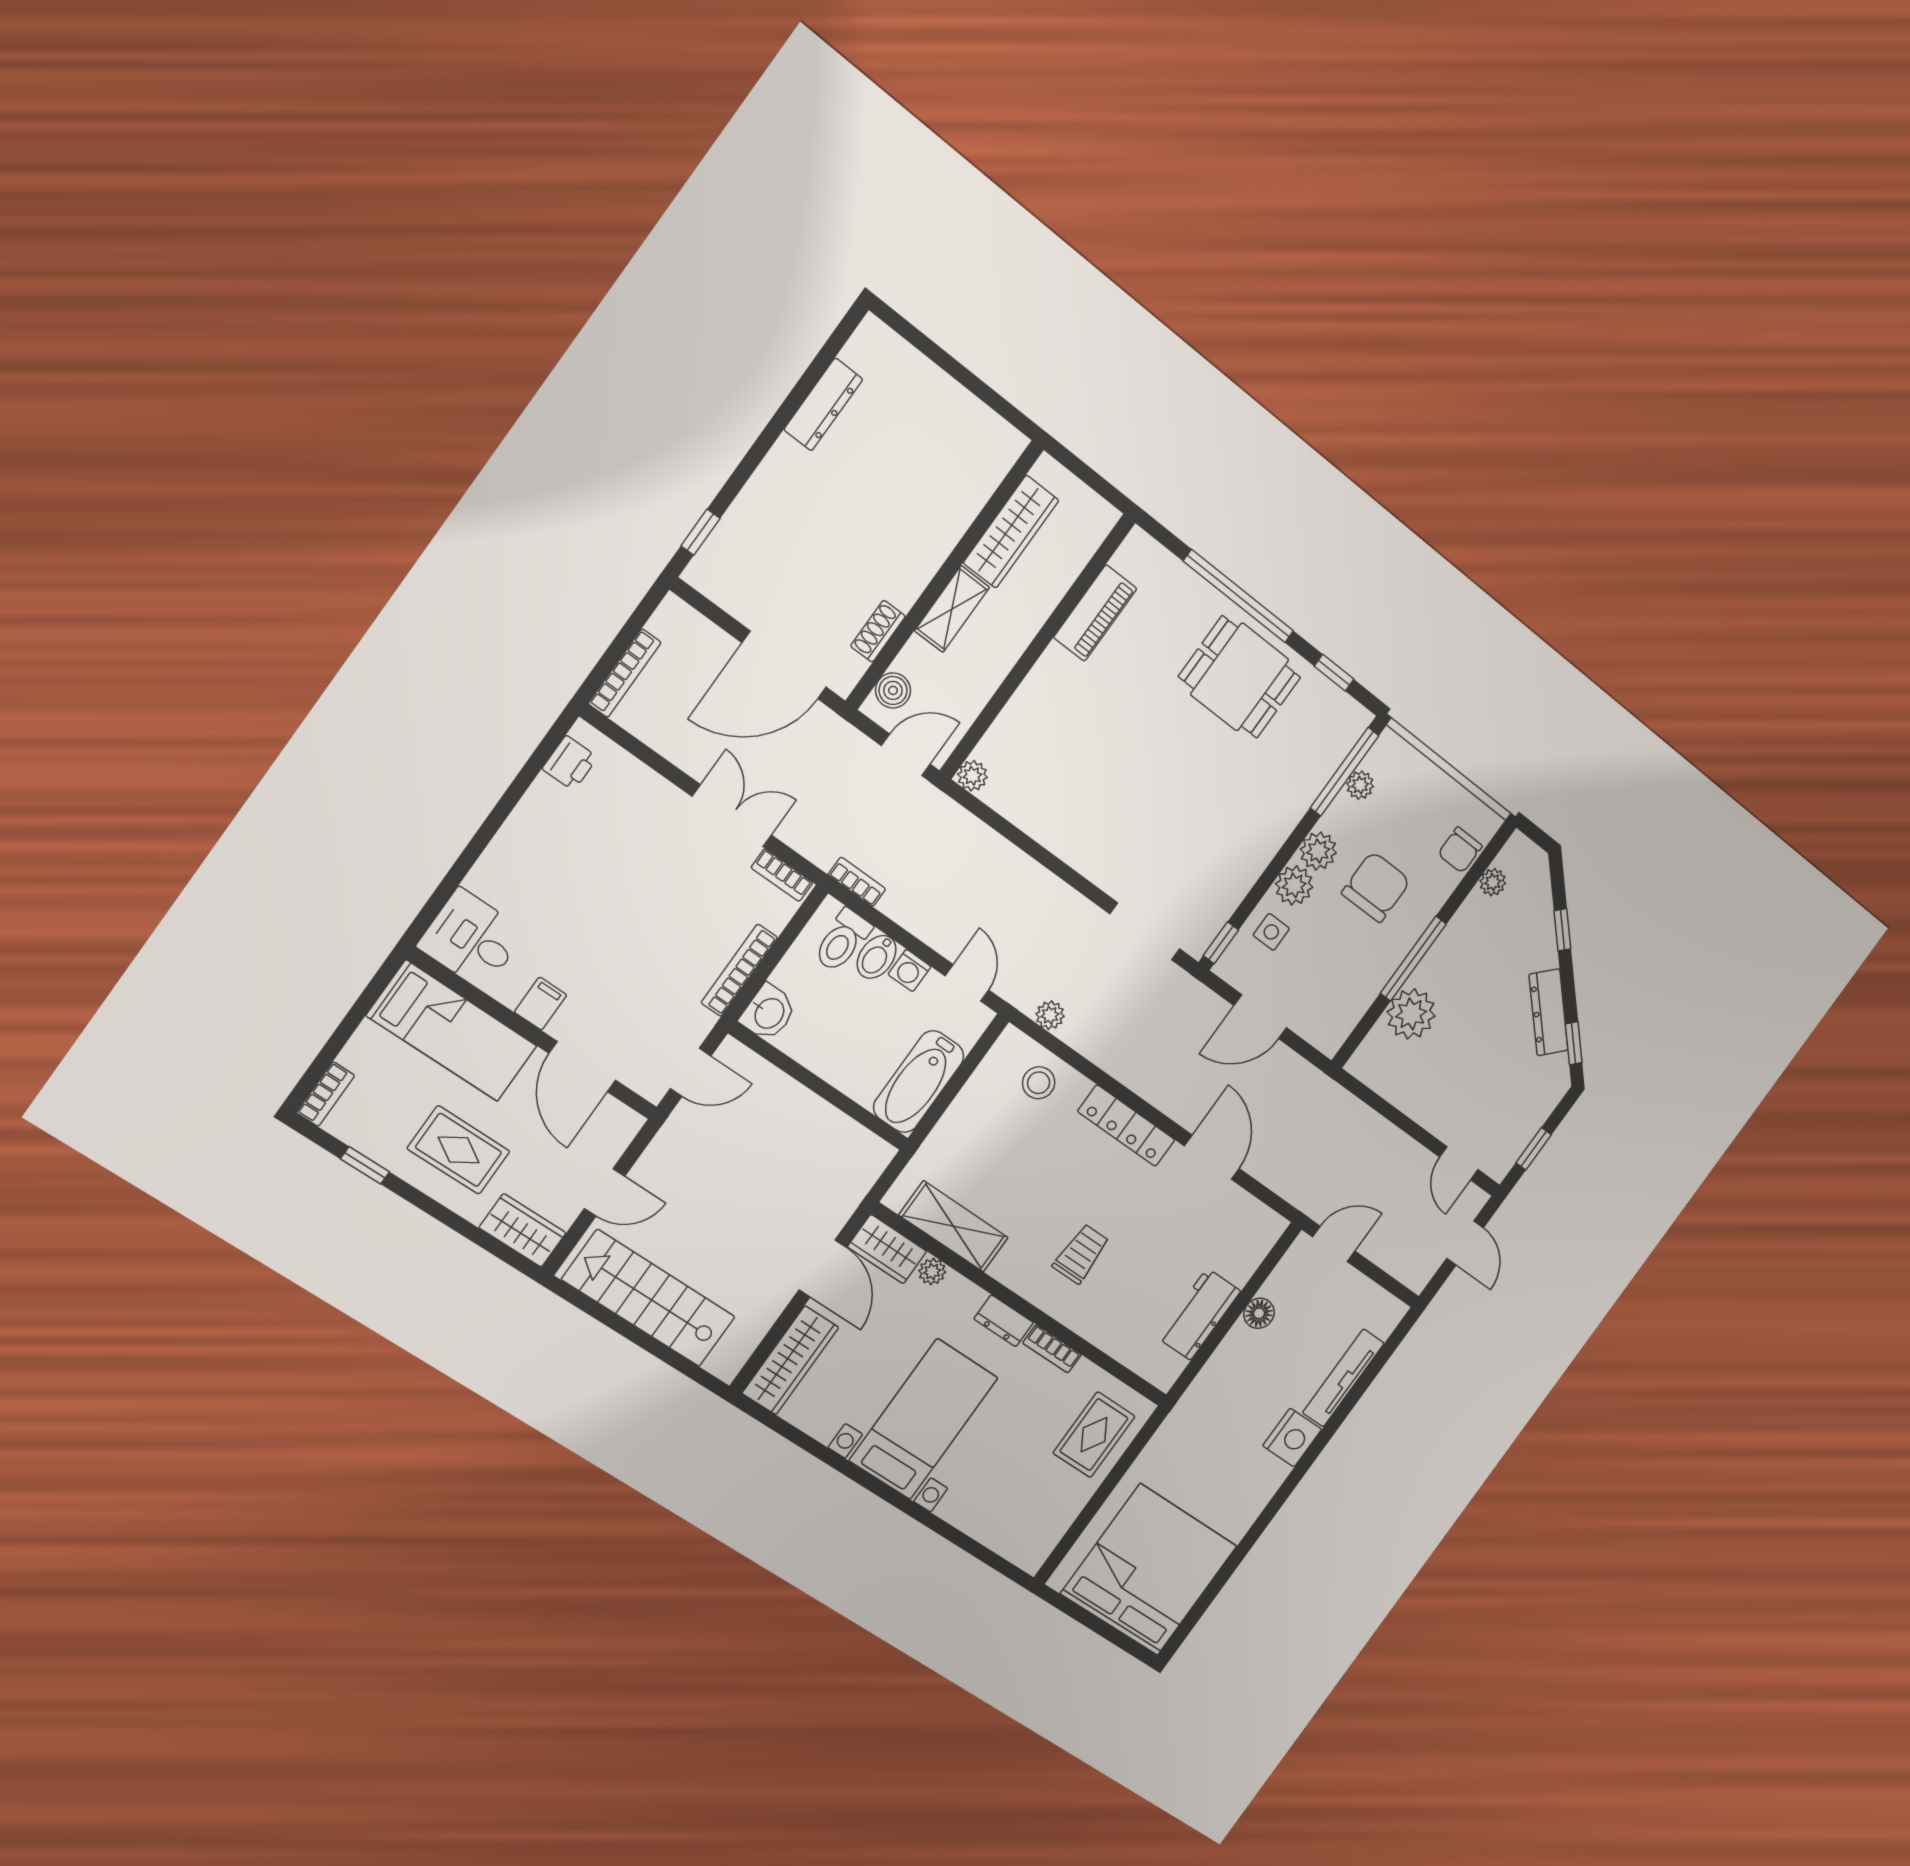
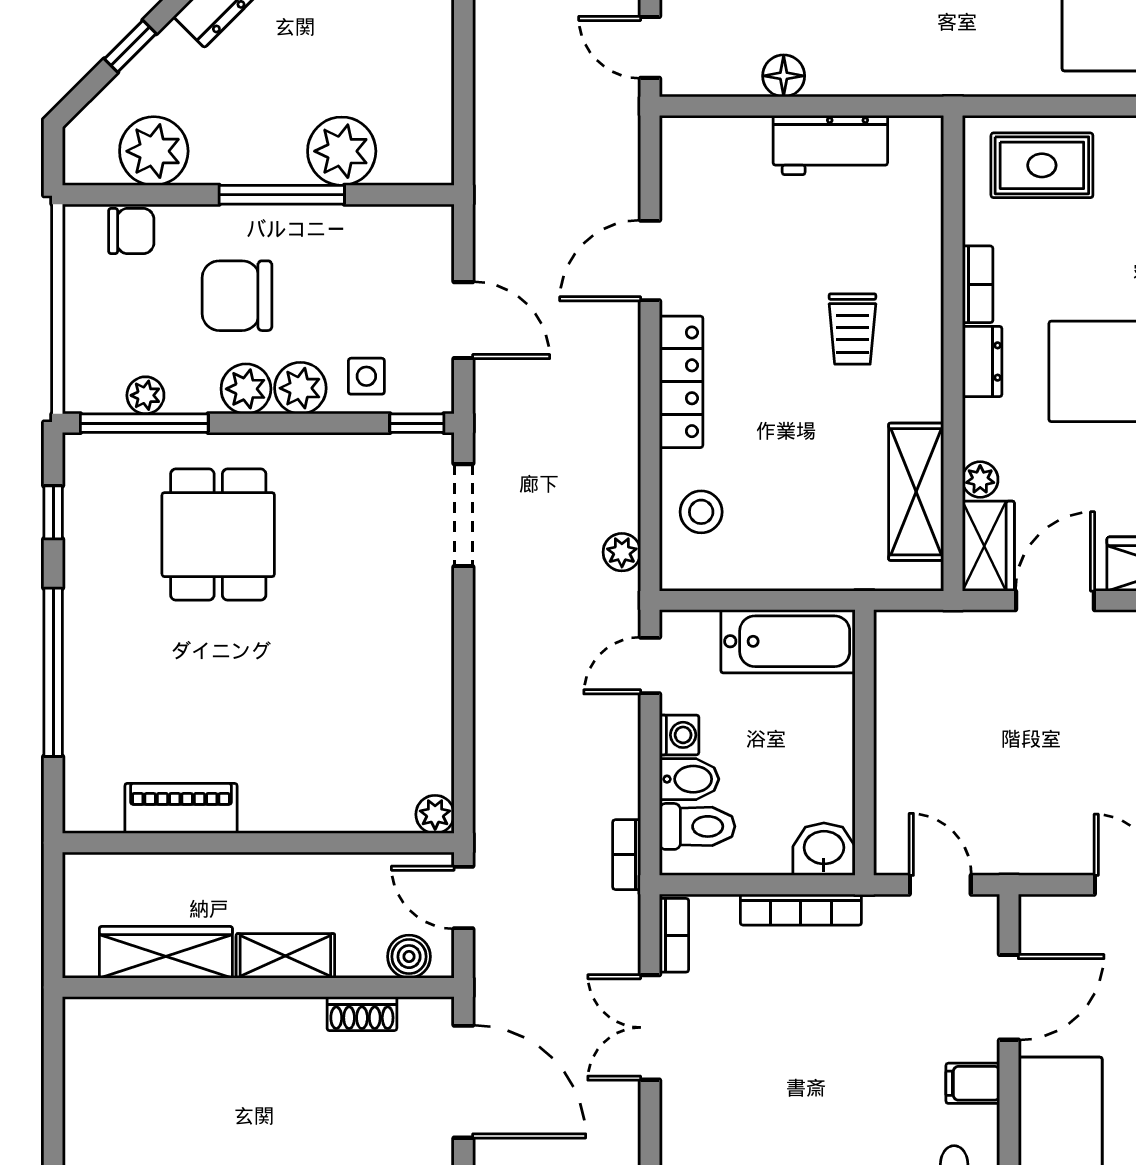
dining table: (1240, 677) -> (218, 535), moved
plant: (1493, 882) -> (154, 151), width x1.88, depth x1.88
trolley: (1081, 1254) -> (852, 329), turned -90

